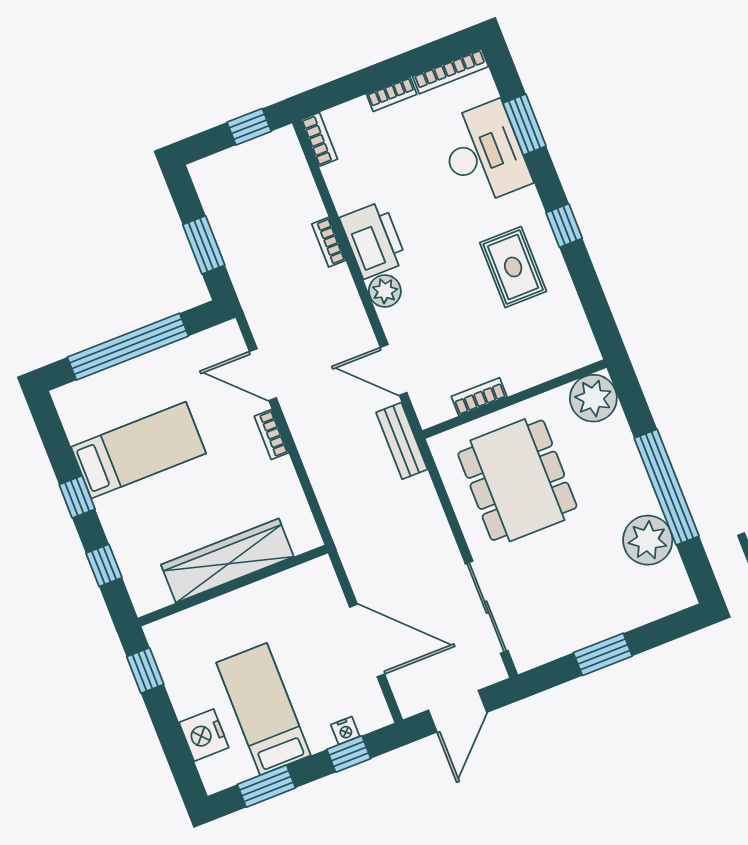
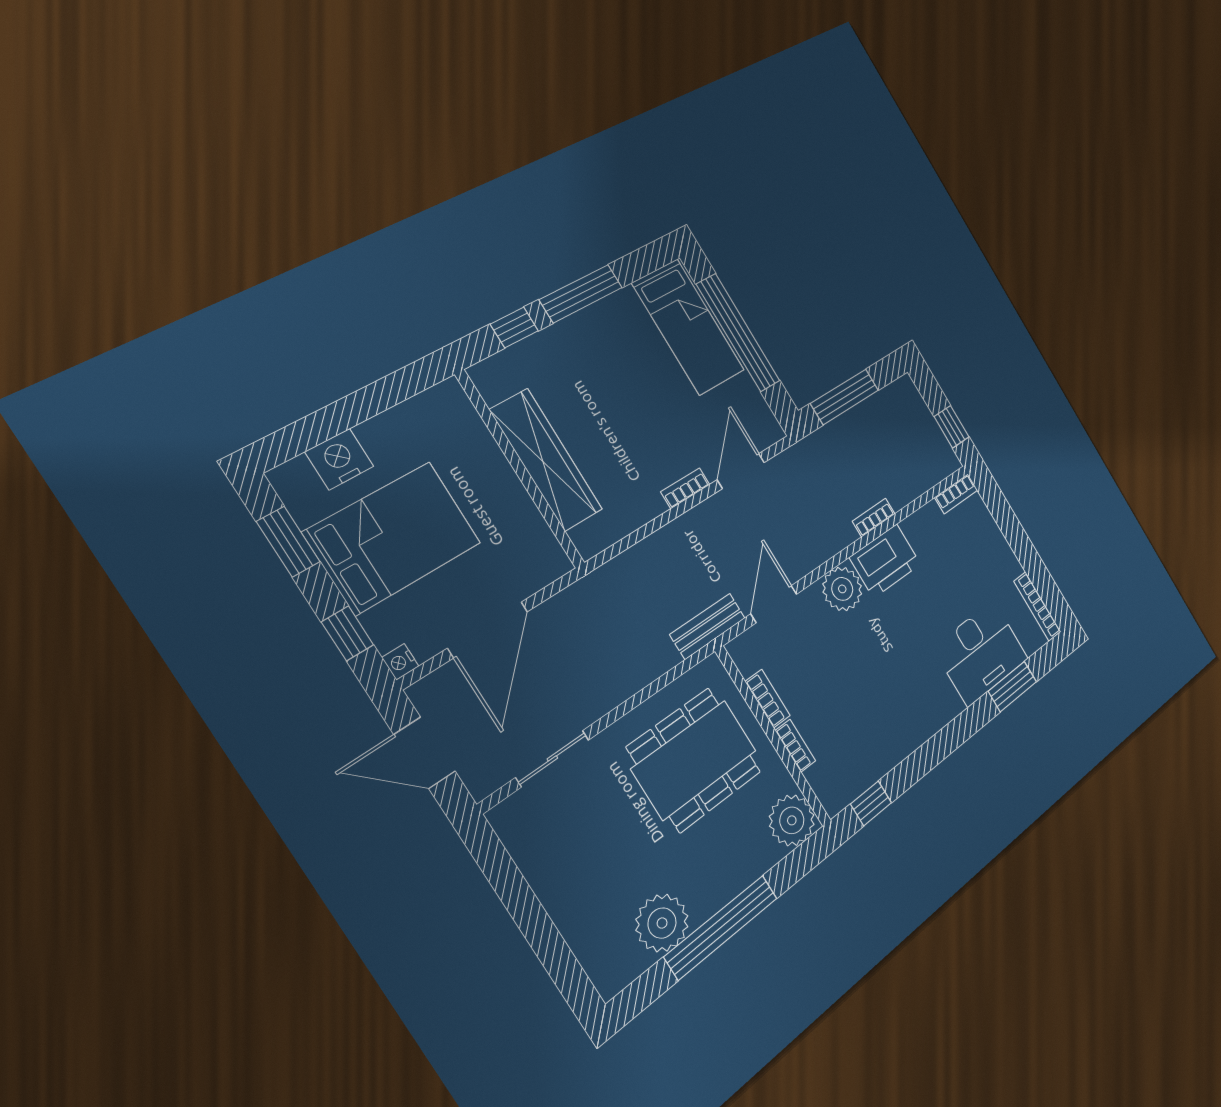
bookcase: (392, 94) -> (795, 746), moved, turned 180
window: (564, 226) -> (871, 803), moved
window: (204, 245) -> (845, 397), width x1.44
rug: (513, 267) -> (893, 705), removed
plant: (385, 291) -> (842, 589), width x1.36, depth x1.36
bed: (139, 450) -> (688, 327), moved
window: (77, 497) -> (581, 294), width x2.17
sliding door: (487, 607) -> (552, 759), width x0.73
window: (603, 654) -> (525, 909), removed
window: (145, 671) -> (404, 384), removed
bed: (263, 709) -> (393, 538), width x1.50
nightstand: (345, 731) -> (400, 662), moved

